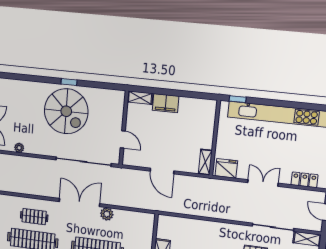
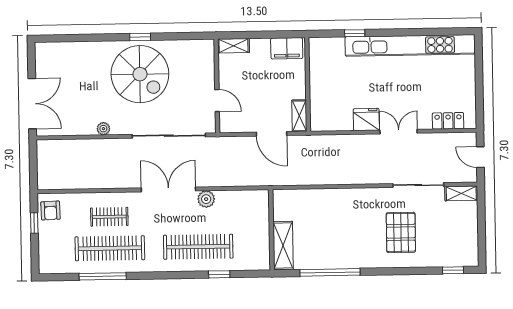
filing cabinet: (166, 103) -> (287, 48), moved
wall: (215, 138) -> (308, 84), moved
plant: (19, 148) -> (103, 129), moved
shelving: (205, 162) -> (299, 116), moved
fridge: (226, 168) -> (366, 119), moved

